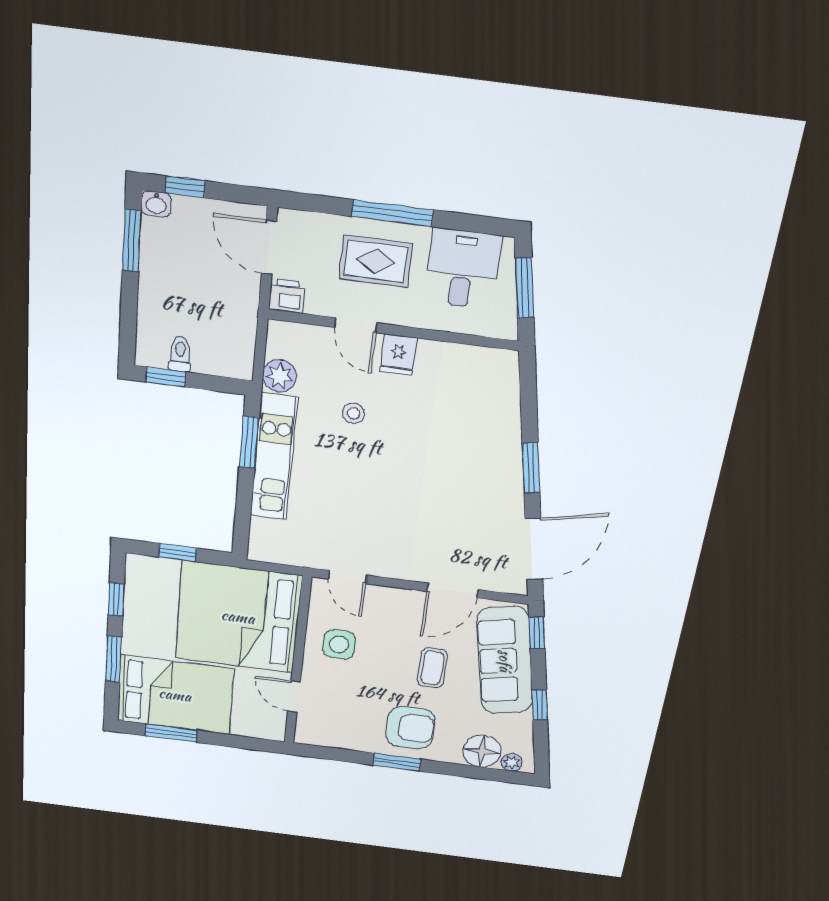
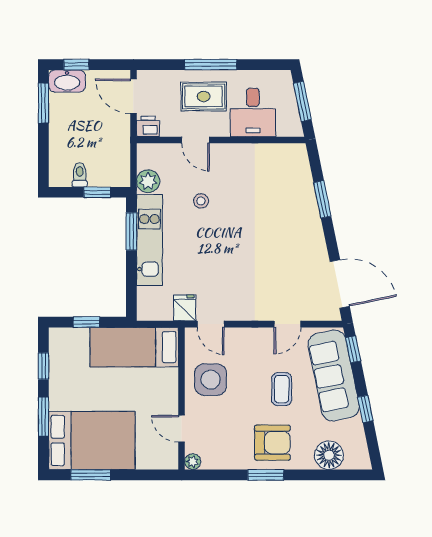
washbasin: (156, 204) -> (67, 81), width x1.91, depth x1.45
desk: (463, 269) -> (253, 112), moved, turned 180
fridge: (398, 355) -> (185, 308), moved, turned 180
window: (166, 377) -> (97, 192), moved
window: (531, 468) -> (322, 199), moved
door: (534, 549) -> (340, 284), hinge flipped
door: (453, 590) -> (287, 324), width x0.73
bed: (238, 617) -> (134, 347), width x0.49
side table: (339, 644) -> (211, 380), width x1.37, depth x1.37
plant: (512, 762) -> (193, 462), moved

